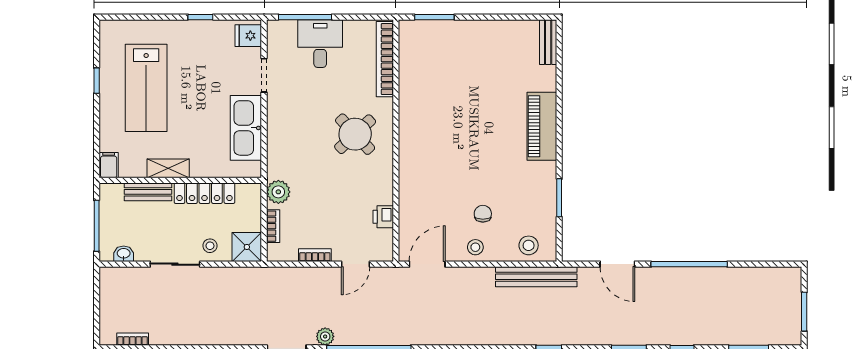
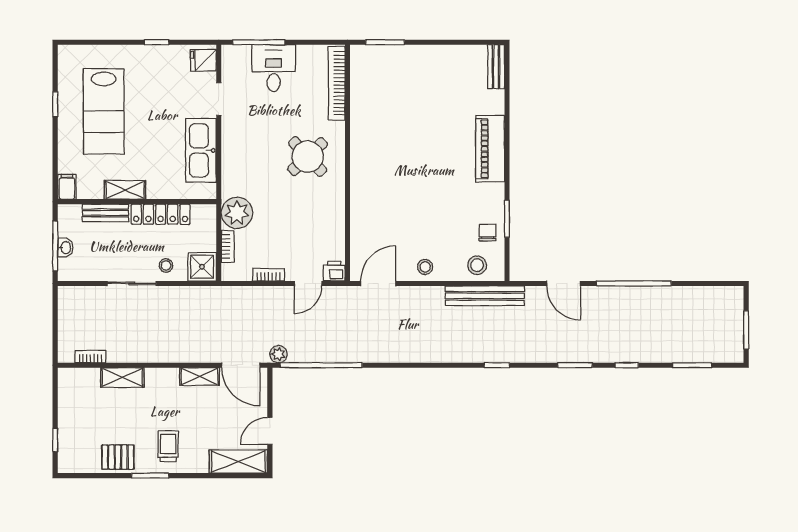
plant: (278, 192) -> (237, 213), width x1.36, depth x1.36
chair: (483, 214) -> (488, 233), moved
printer: (383, 217) -> (334, 271), moved, turned 90
washbasin: (124, 254) -> (65, 248), moved, turned 90

